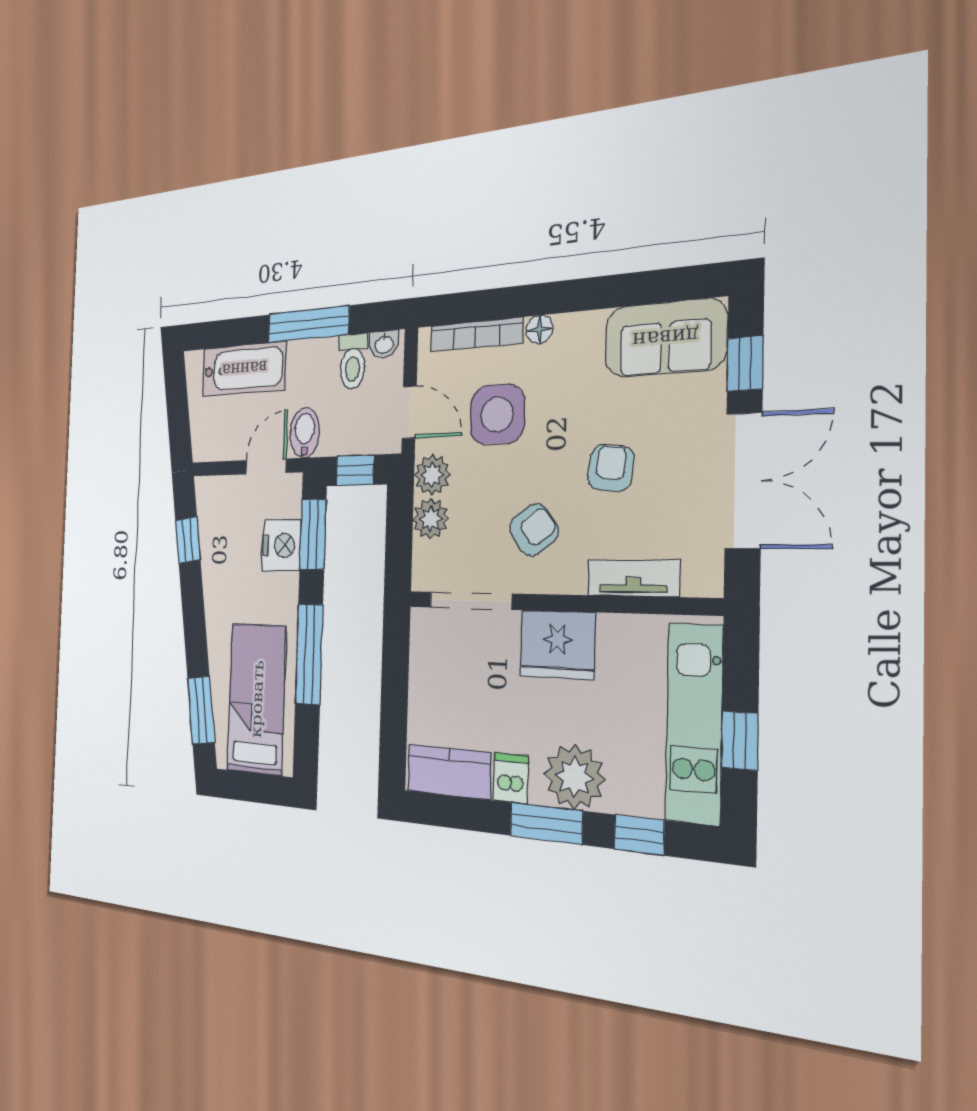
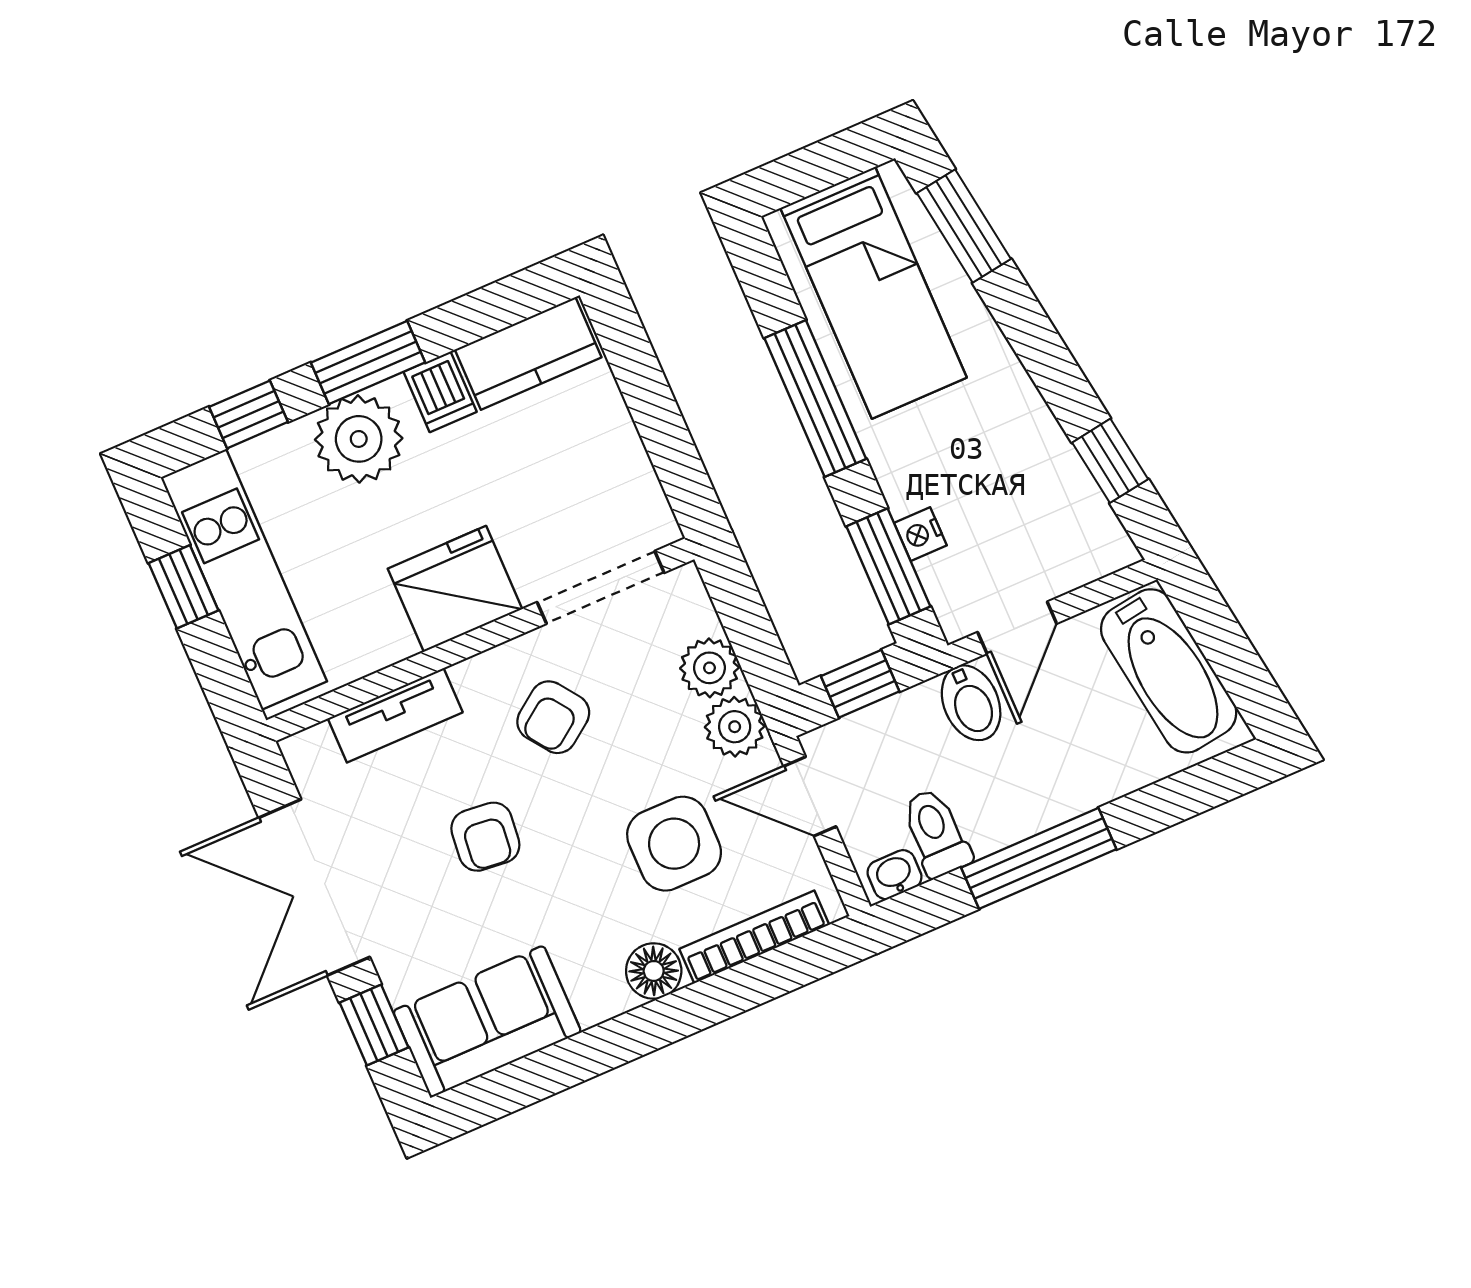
floor lamp: (539, 329) -> (654, 971), width x1.37, depth x1.37
bathtub: (244, 369) -> (1169, 671), moved, turned -98
nightstand: (282, 545) -> (920, 534), width x0.53, depth x0.56

